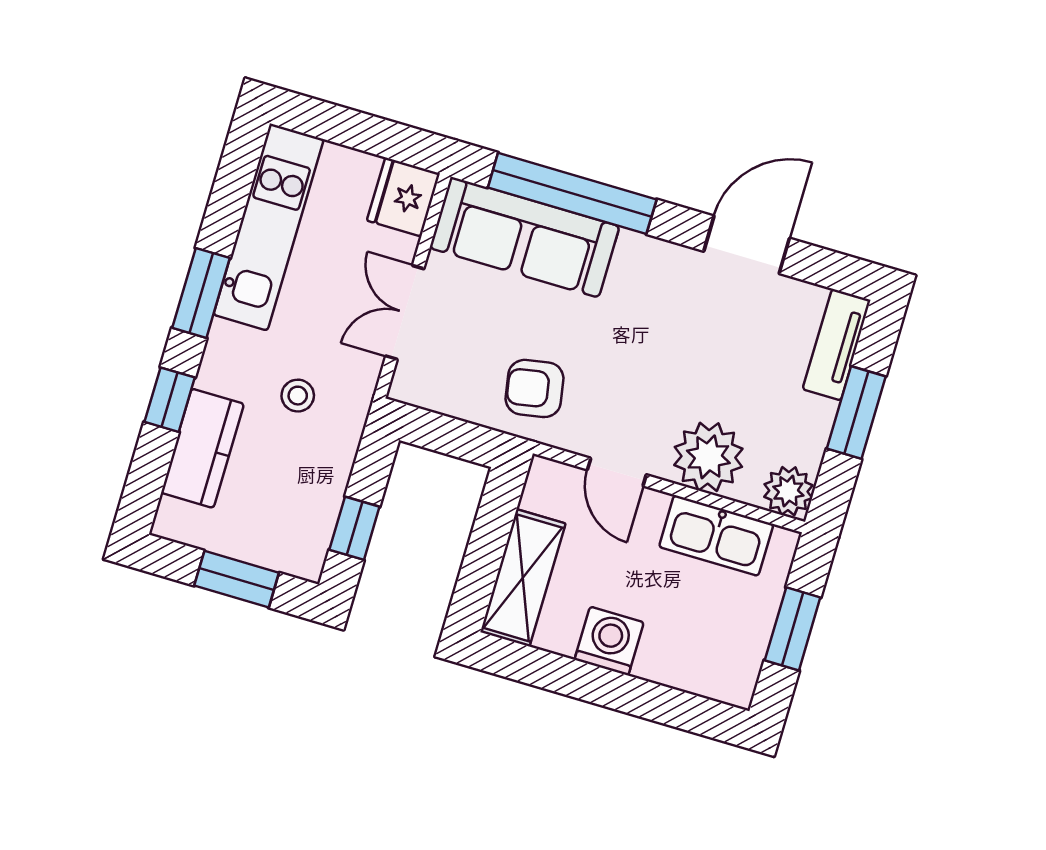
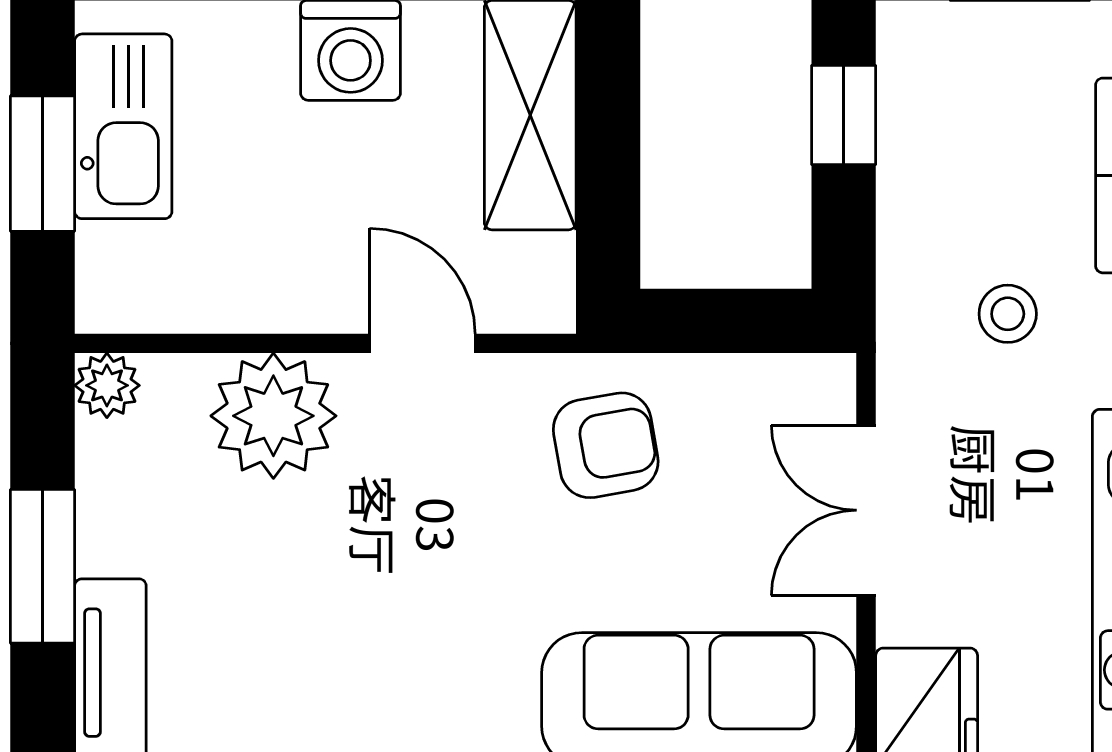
double door: (405, 312) -> (866, 510), swing flipped
plant: (788, 491) -> (107, 385), width x0.73, depth x0.73
kitchen sink: (716, 535) -> (123, 126), moved, turned 90

